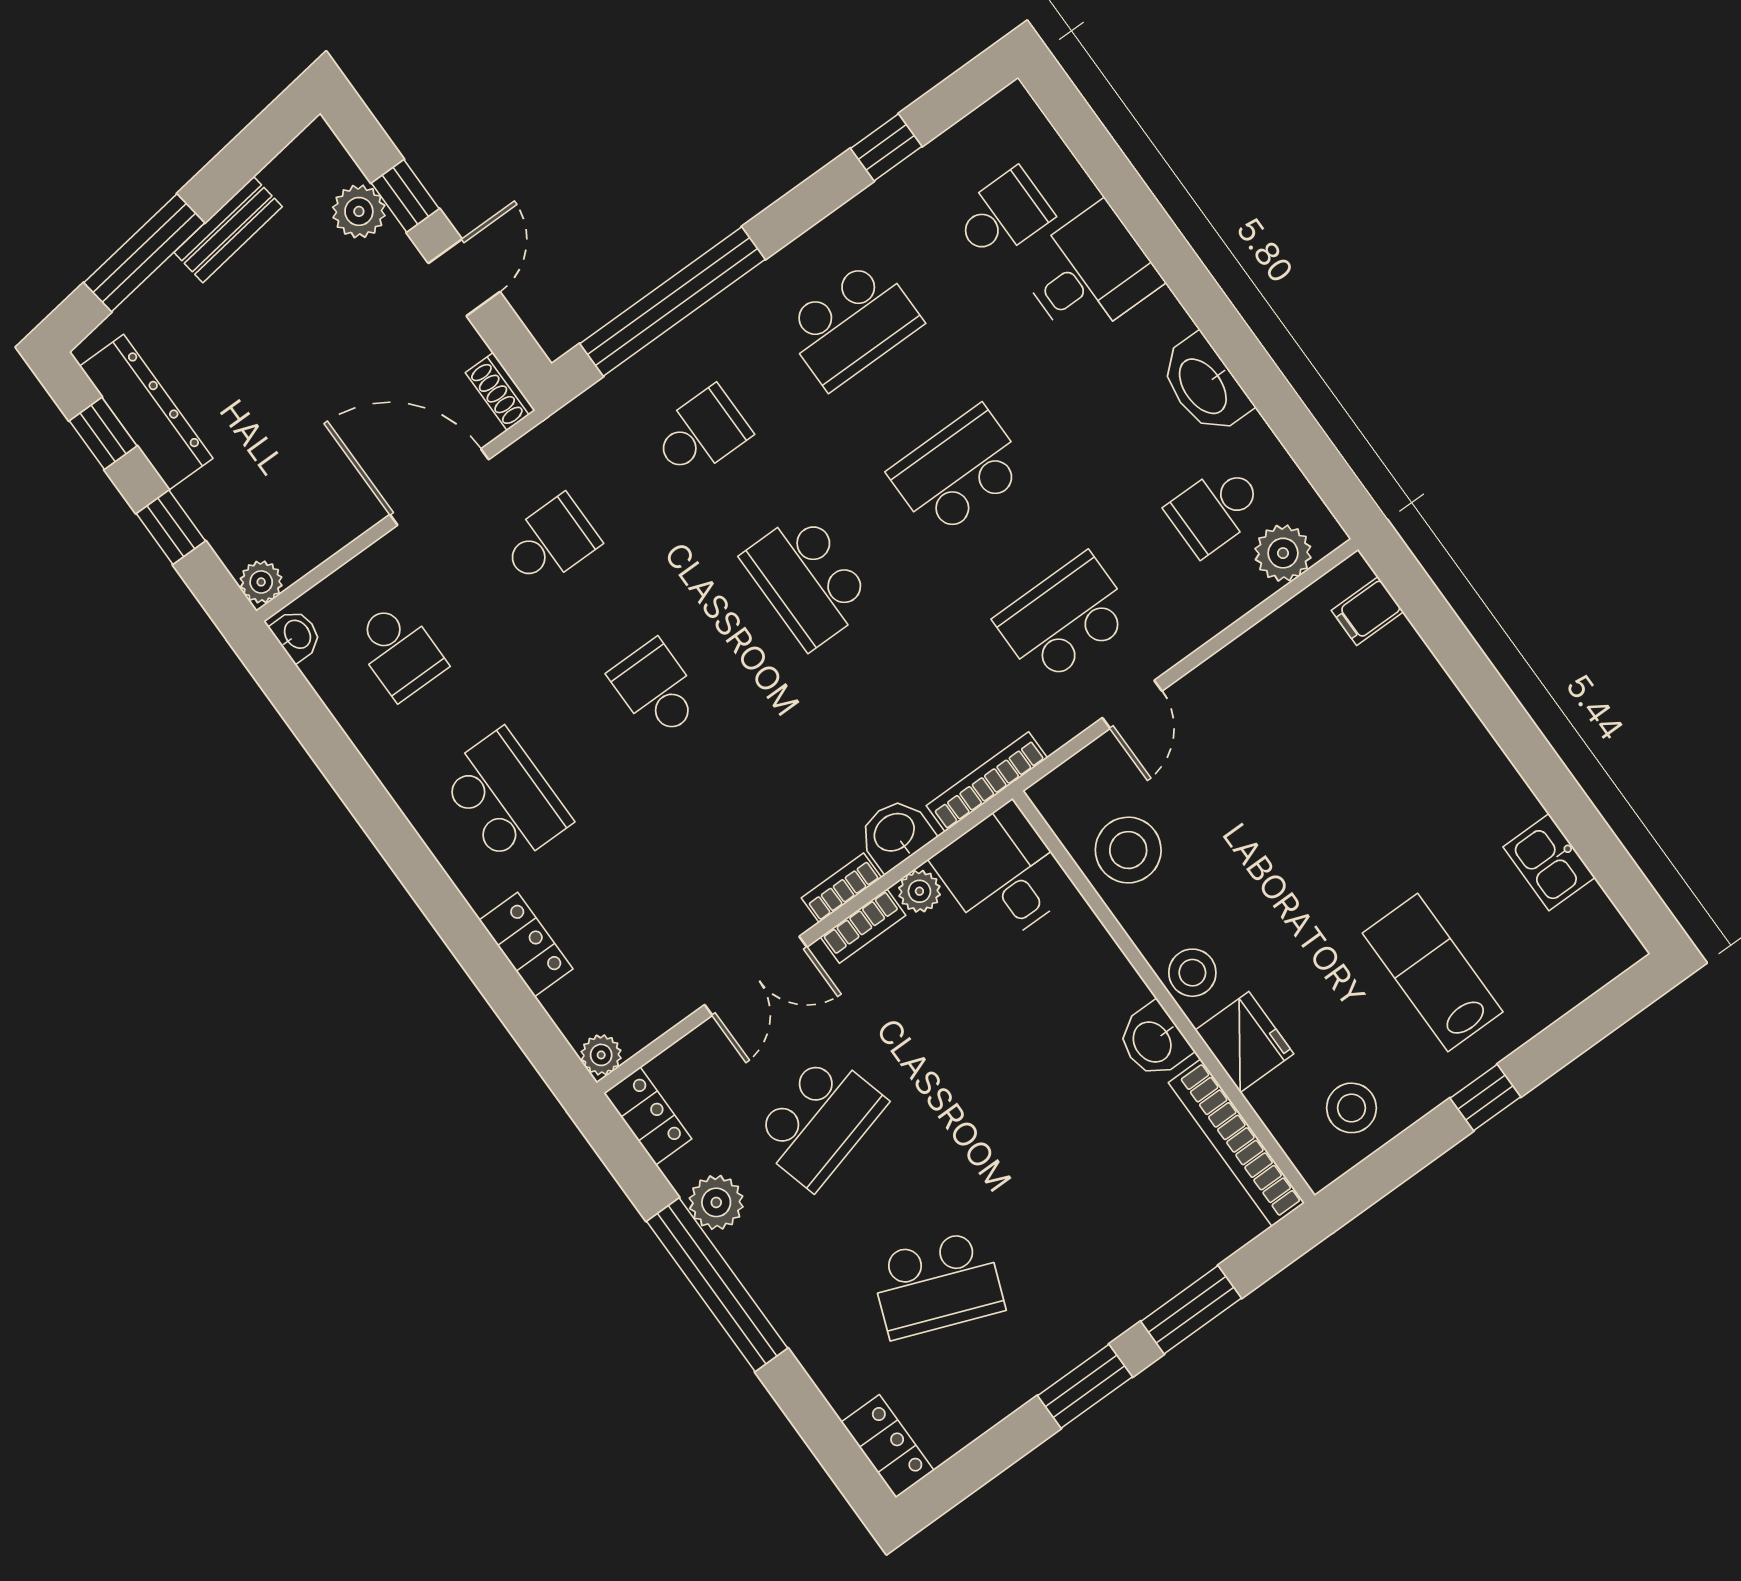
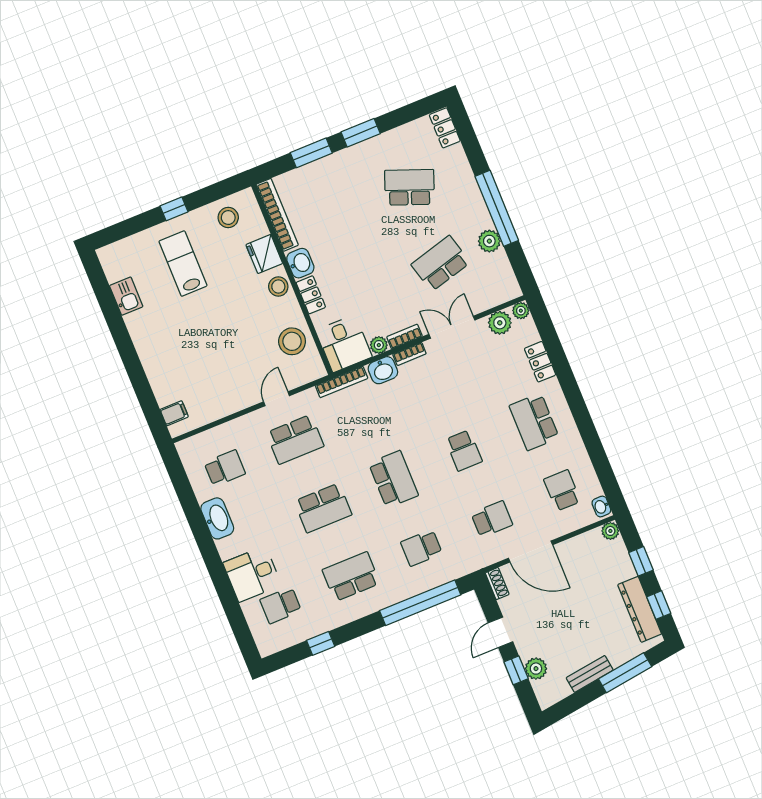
school desk: (550, 542) -> (492, 519), turned 180
plant: (1283, 553) -> (500, 323), moved
lab bench: (1433, 973) -> (183, 263), turned 180
locker: (648, 1116) -> (311, 295), moved, turned 180

